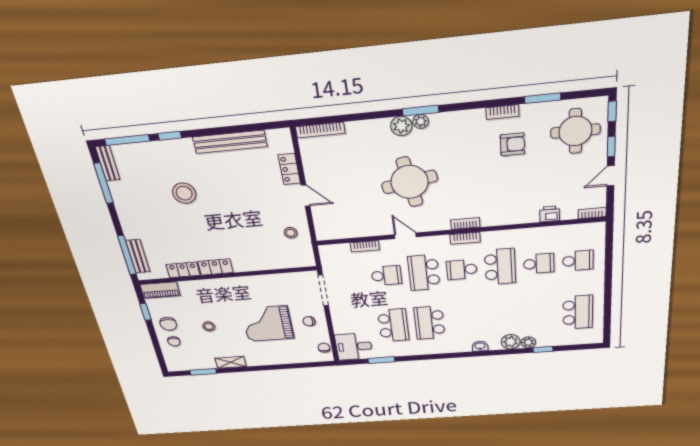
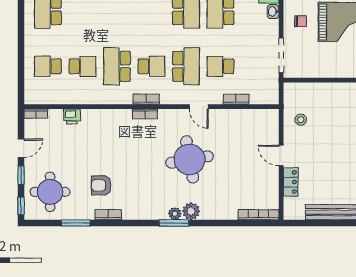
school desk: (539, 264) -> (82, 66), turned 180
washbasin: (339, 327) -> (273, 12), added

